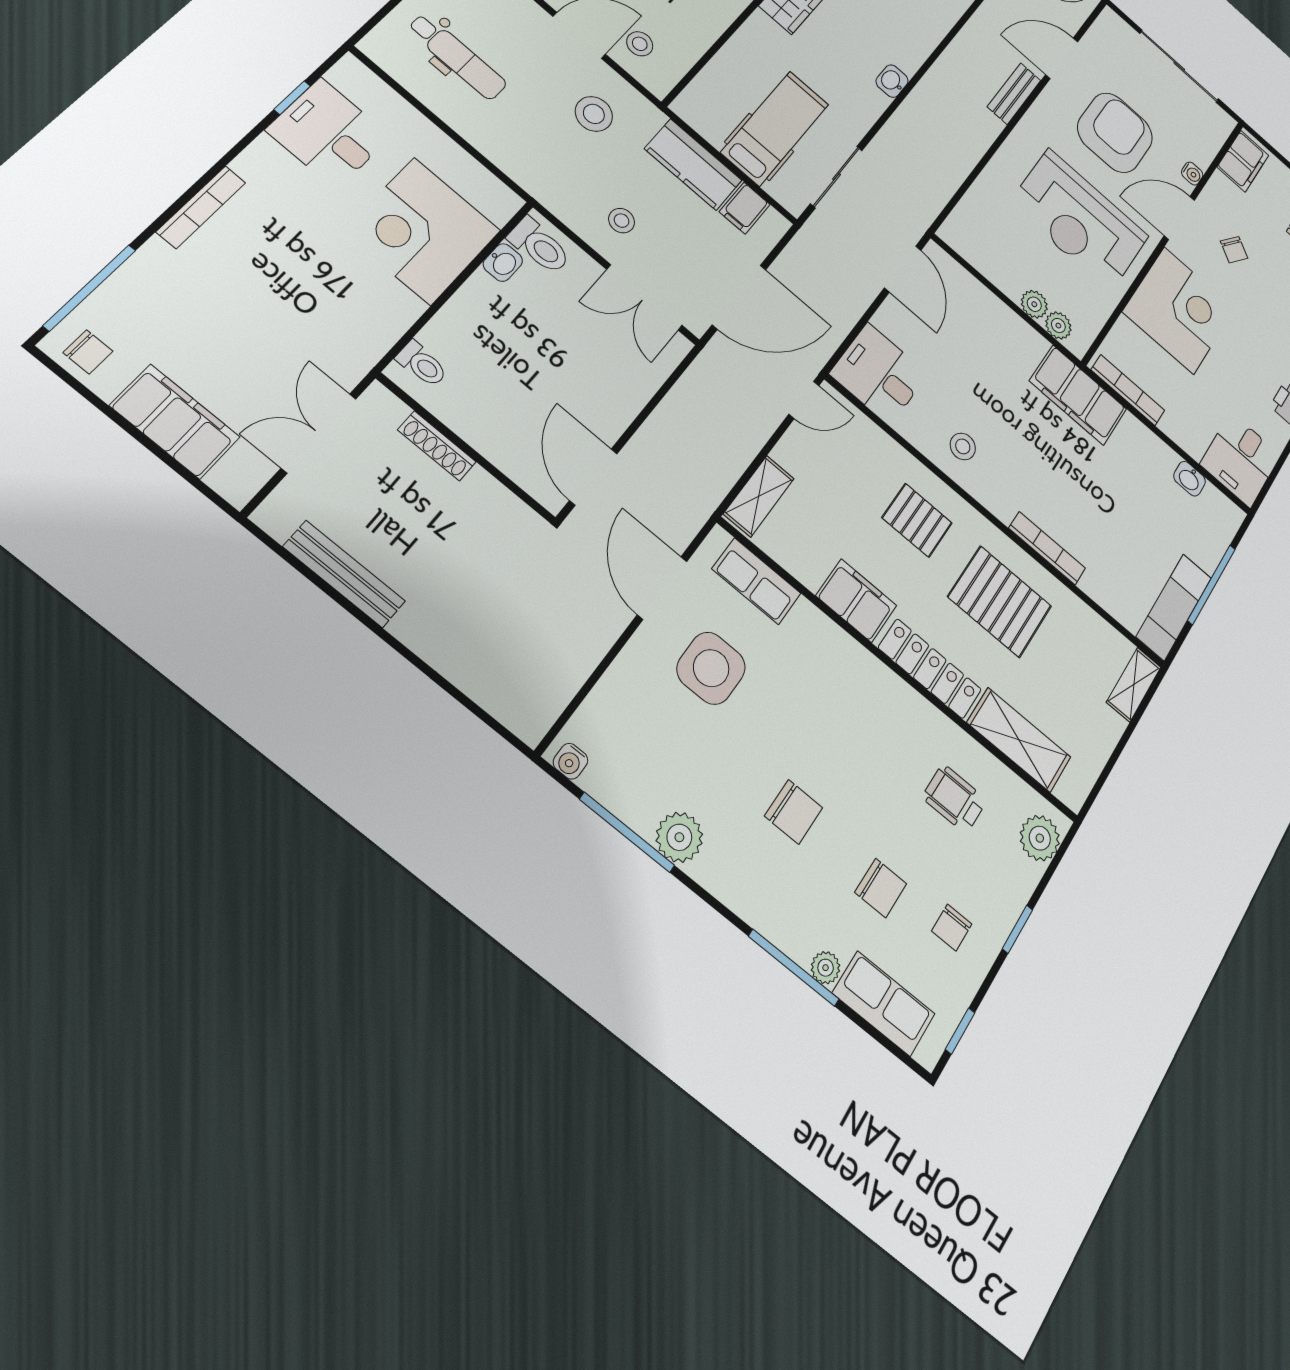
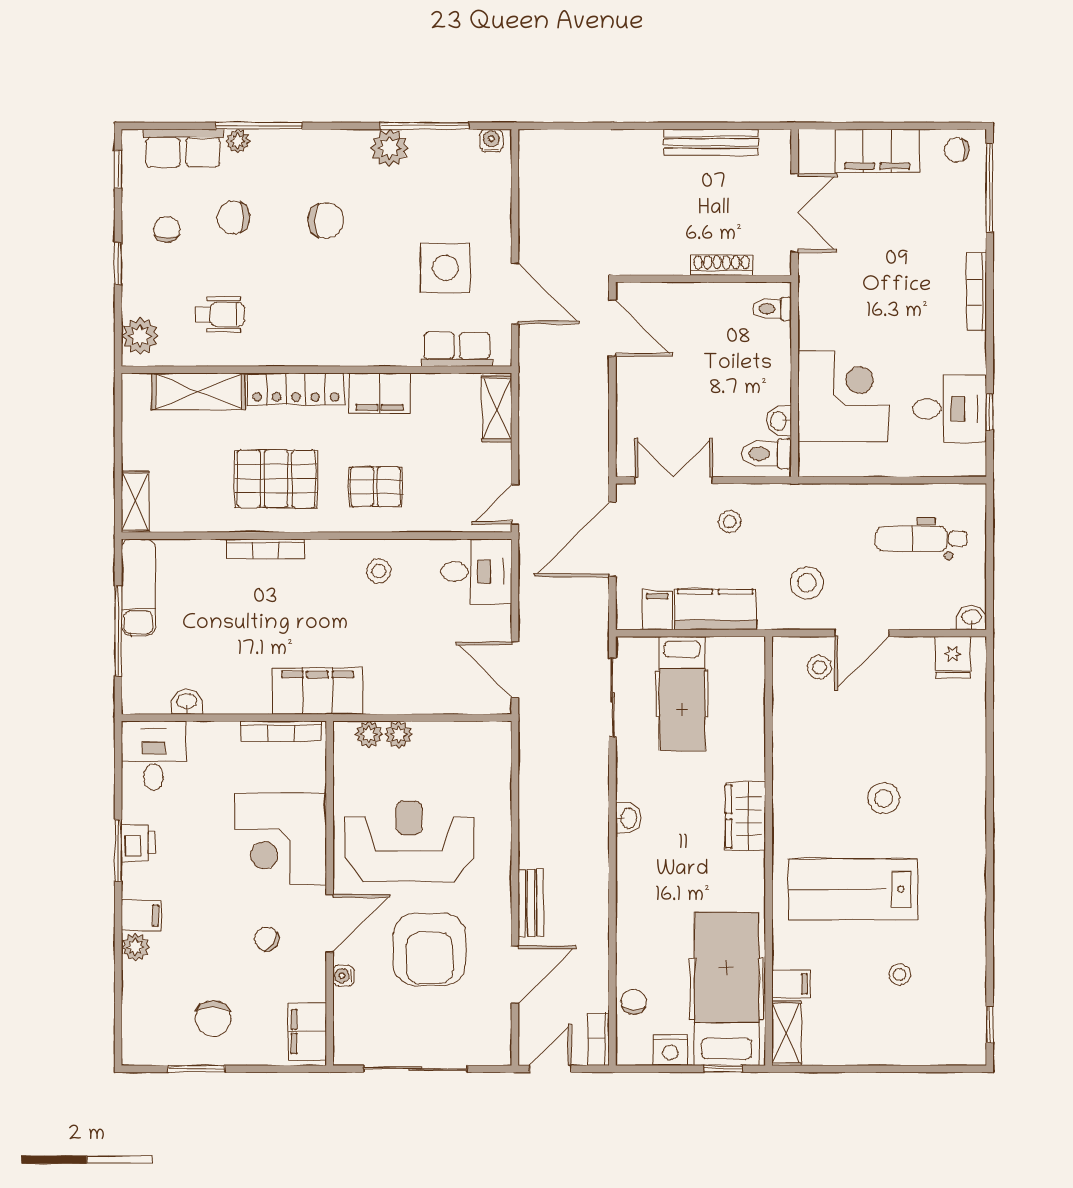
chair: (794, 812) -> (326, 220), turned 180

